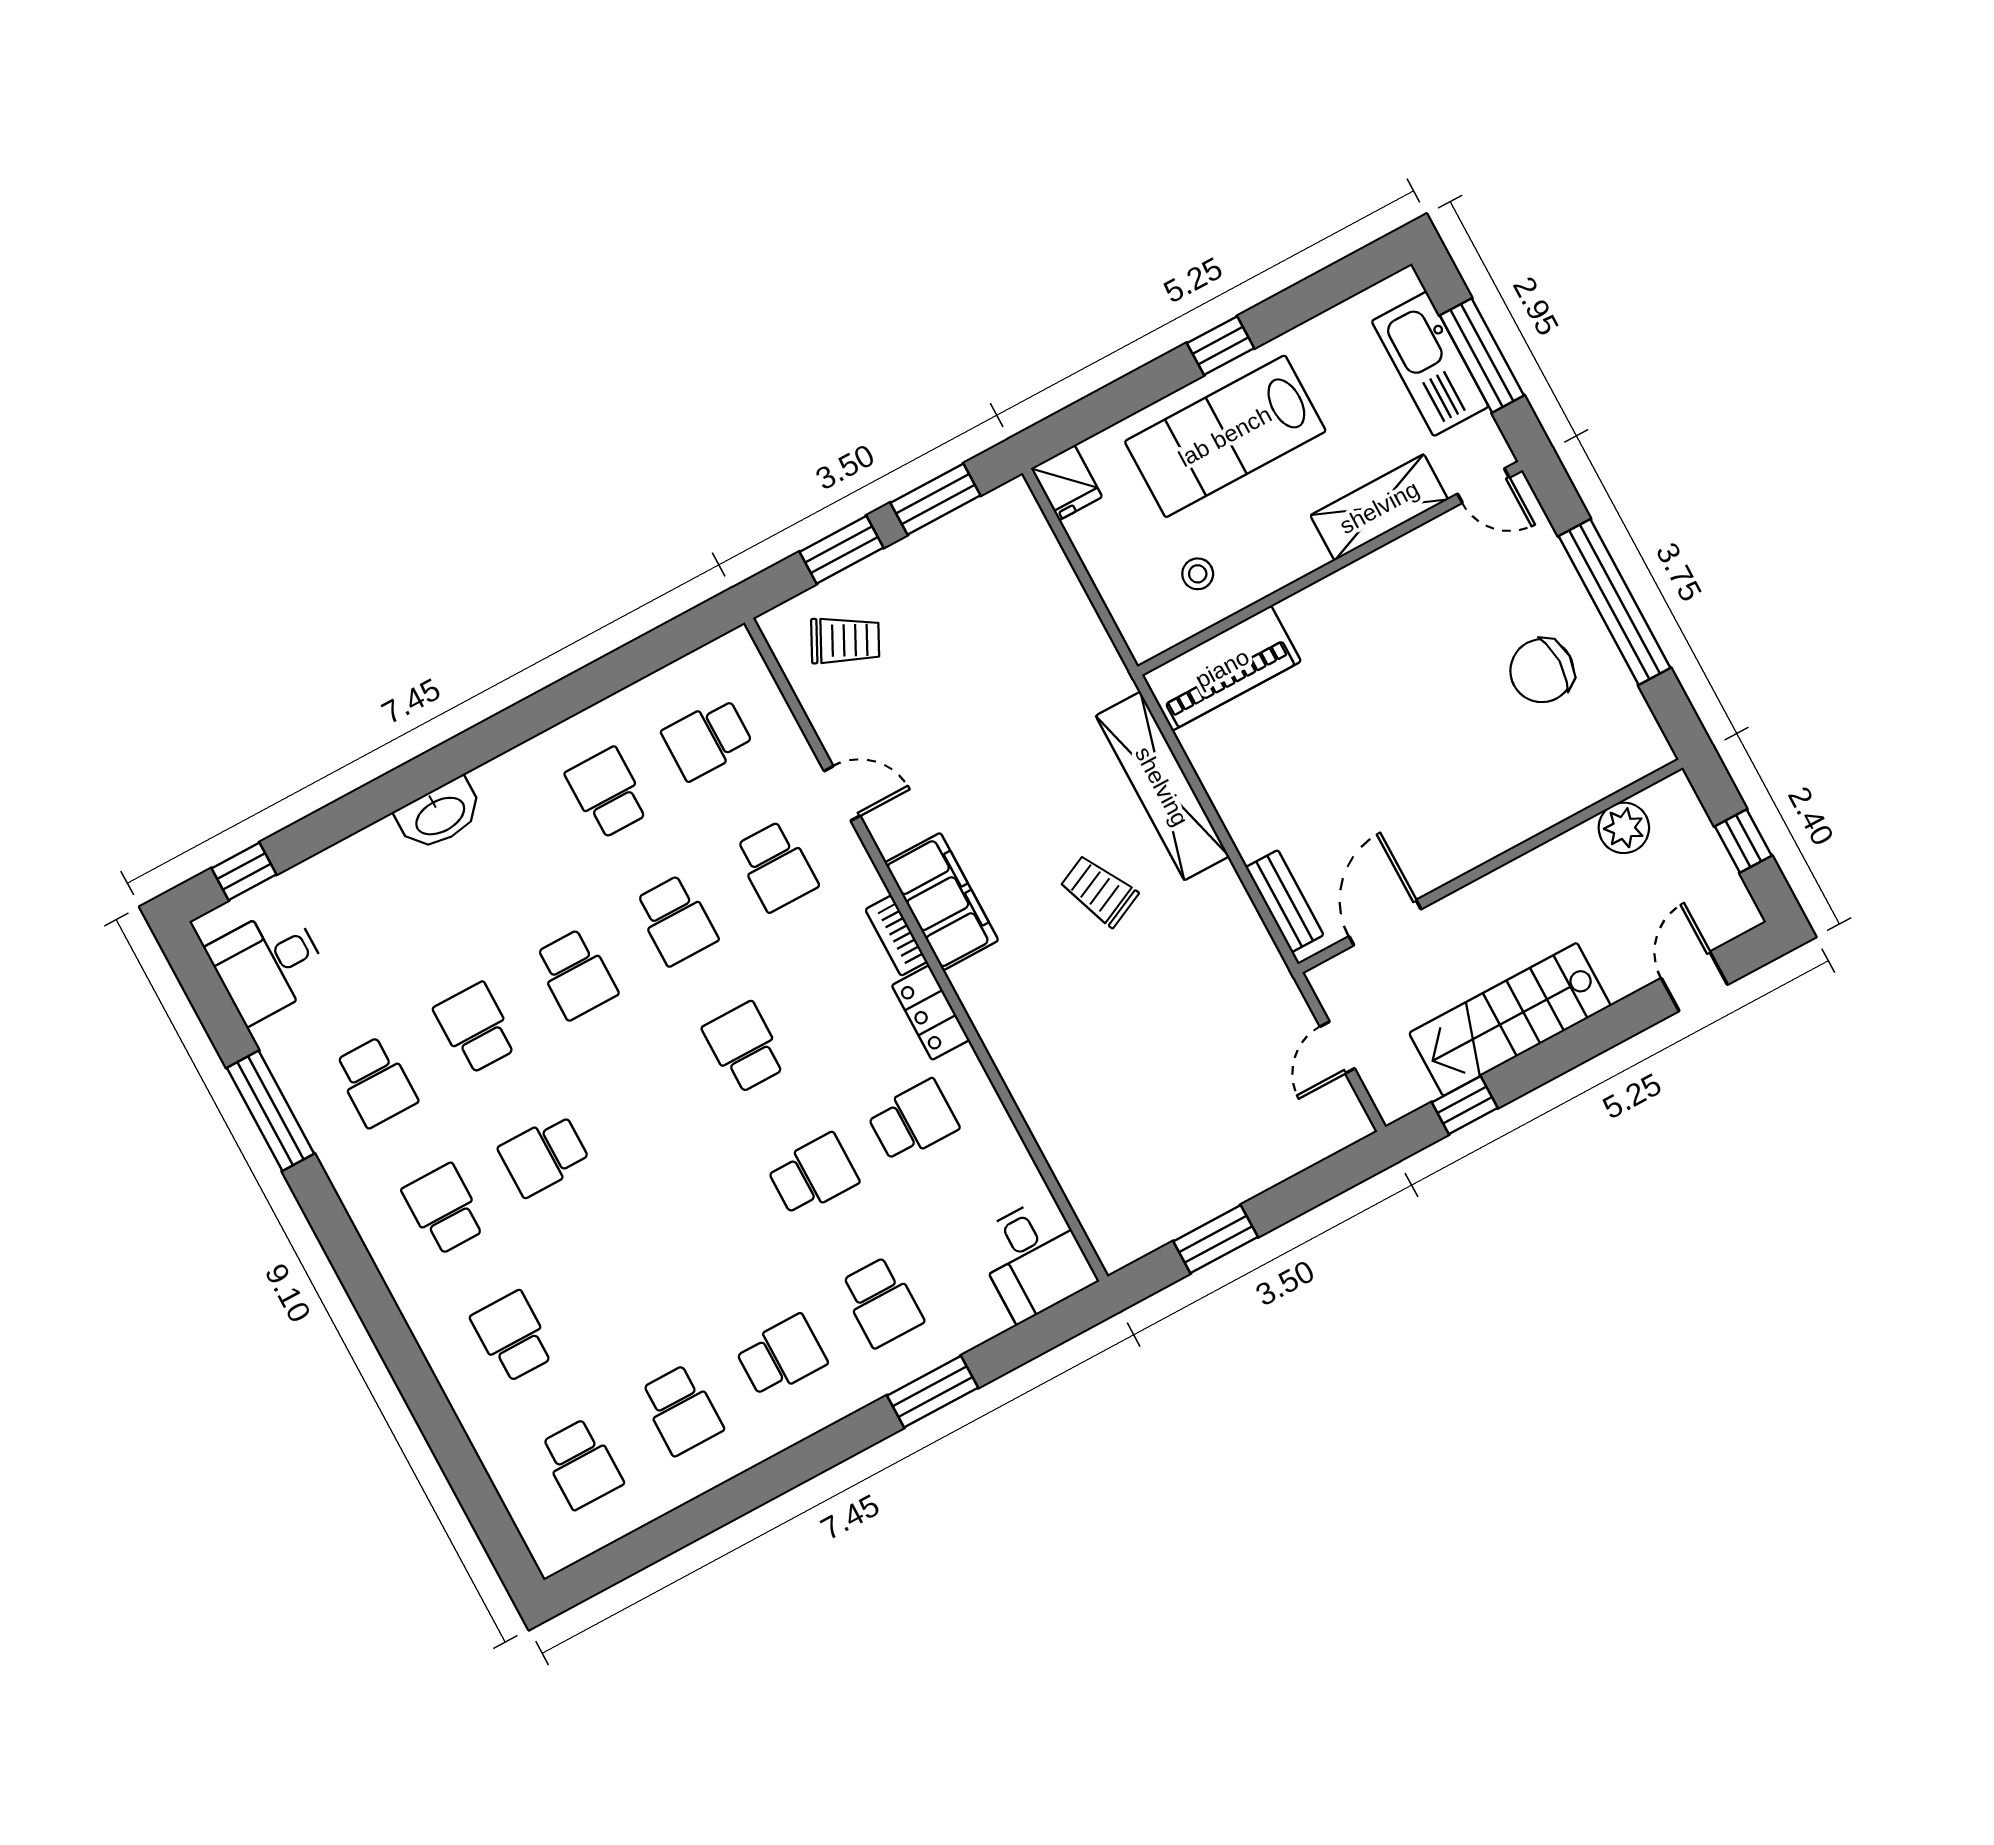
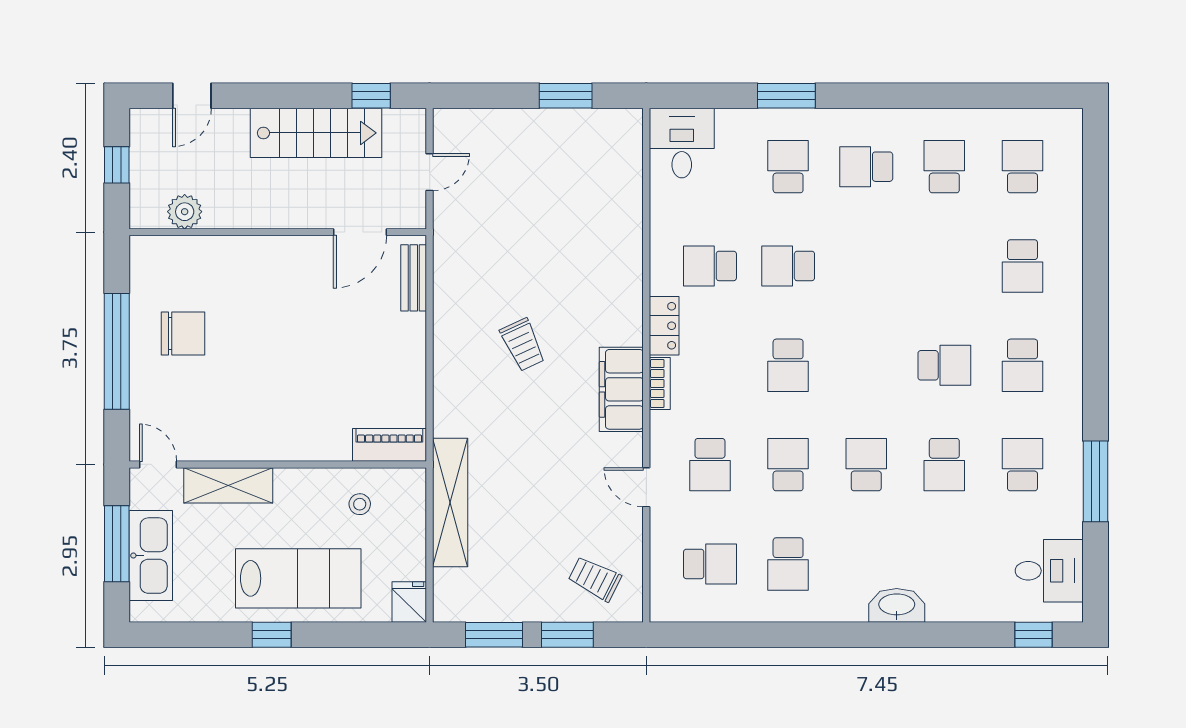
piano: (1222, 668) -> (389, 445), width x0.73, depth x0.75
shelving: (1162, 786) -> (450, 503), moved
school desk: (776, 866) -> (710, 465), turned 180

